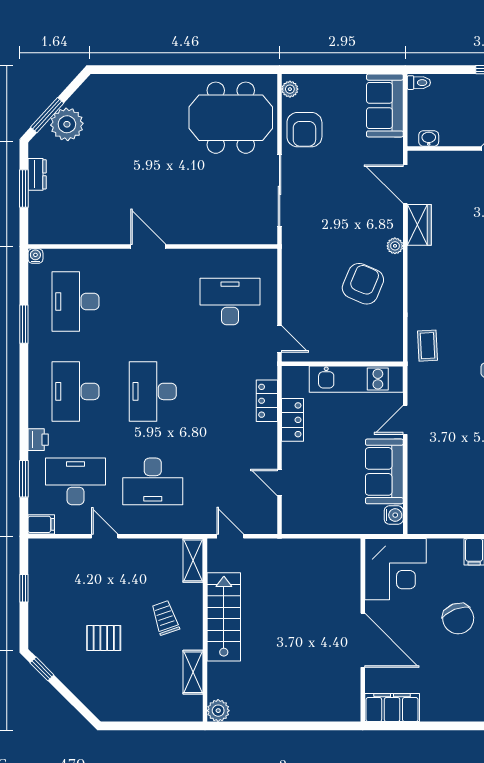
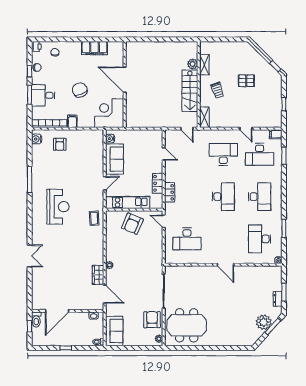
armchair: (363, 284) -> (132, 224), moved
desk: (76, 301) -> (260, 239), turned 180
printer: (38, 440) -> (277, 174), removed
filing cabinet: (392, 708) -> (95, 48), moved
plant: (218, 711) -> (193, 64), moved

